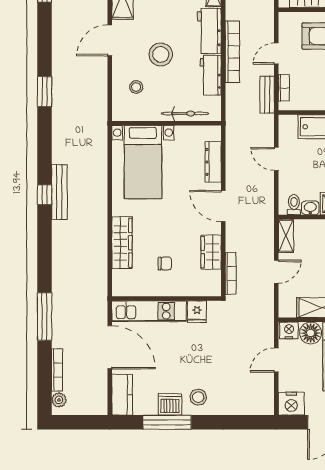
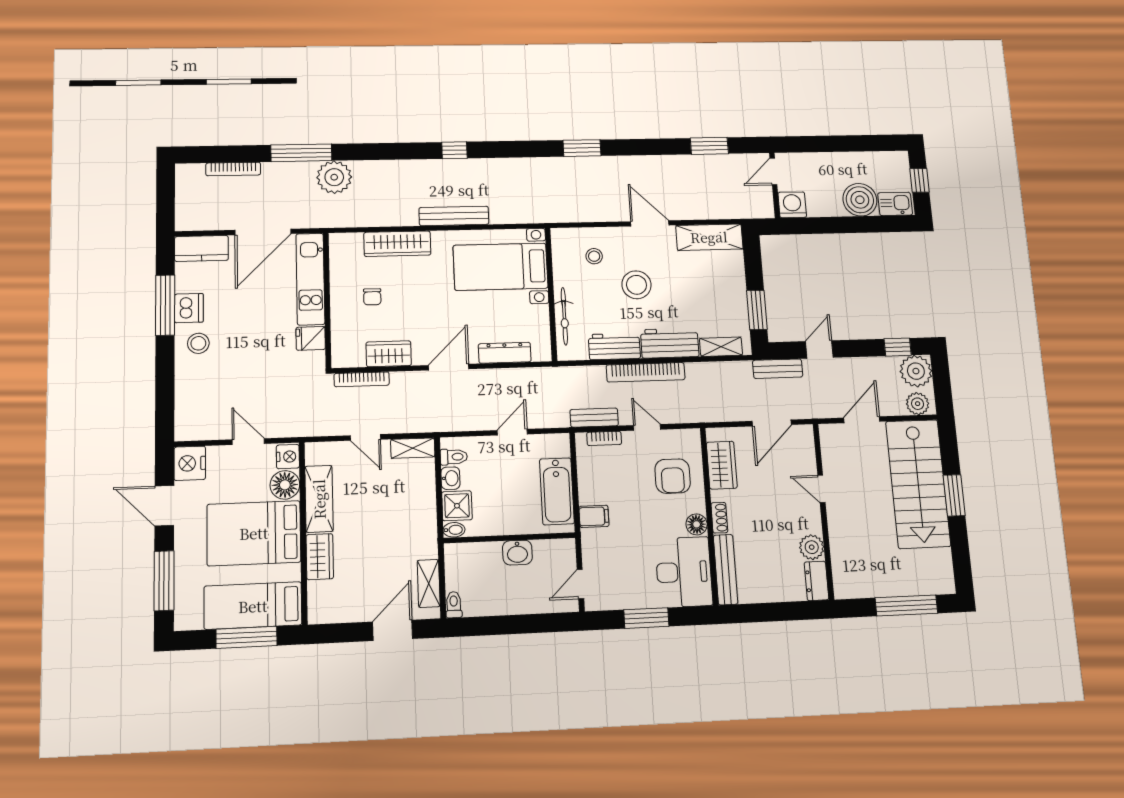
bench: (59, 192) -> (454, 216), moved
plant: (59, 400) -> (334, 177), moved, width x1.87, depth x1.87

